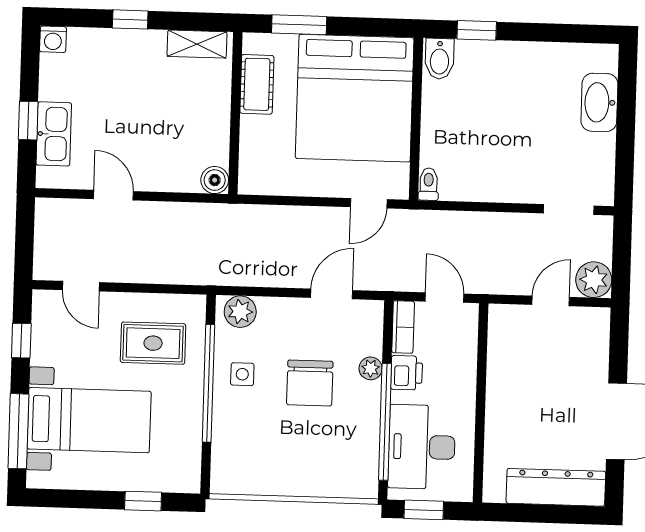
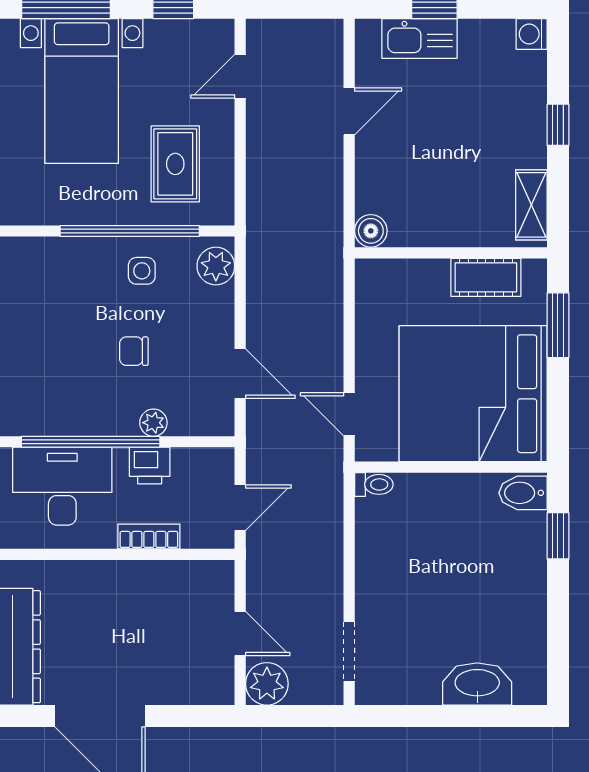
bookcase: (403, 327) -> (149, 536), moved, turned 180
chair: (310, 383) -> (134, 351), width x0.54, depth x0.54

